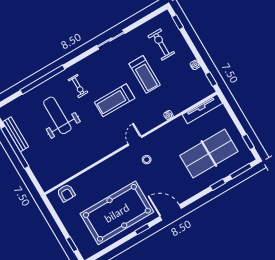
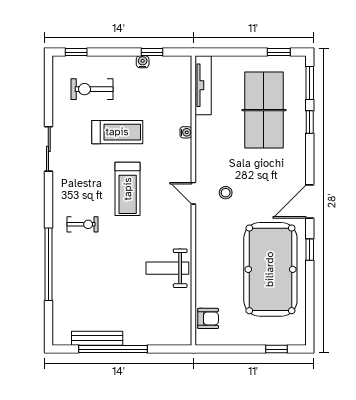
window: (211, 79) -> (152, 52), moved
weight bench: (57, 115) -> (167, 268), moved, width x0.73, depth x0.75

